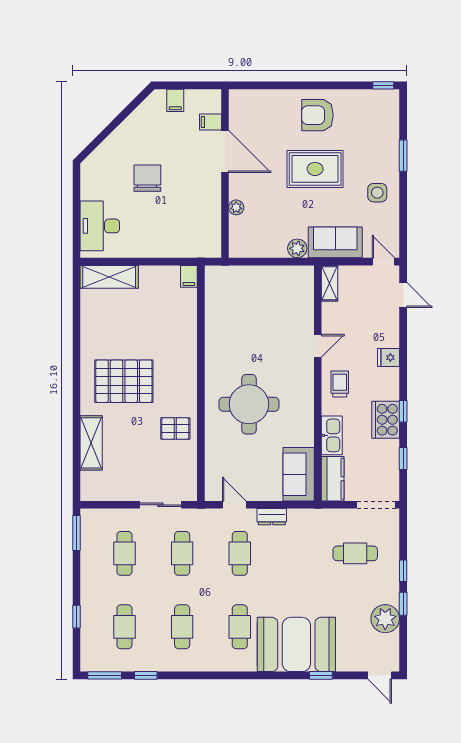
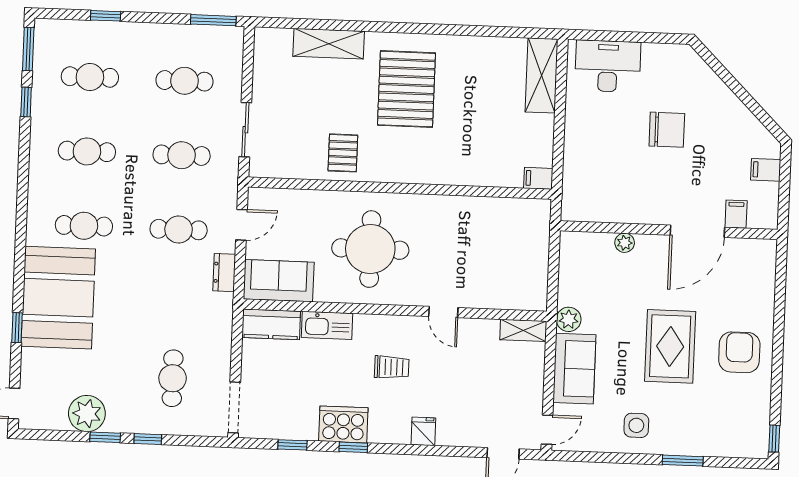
shelving: (330, 283) -> (523, 330), moved
door: (318, 346) -> (443, 312), moved
wall: (318, 383) -> (395, 310), moved
kitchen sink: (332, 435) -> (327, 325), moved
sofa: (299, 474) -> (279, 281), moved
kitchen counter: (333, 479) -> (271, 324), moved

